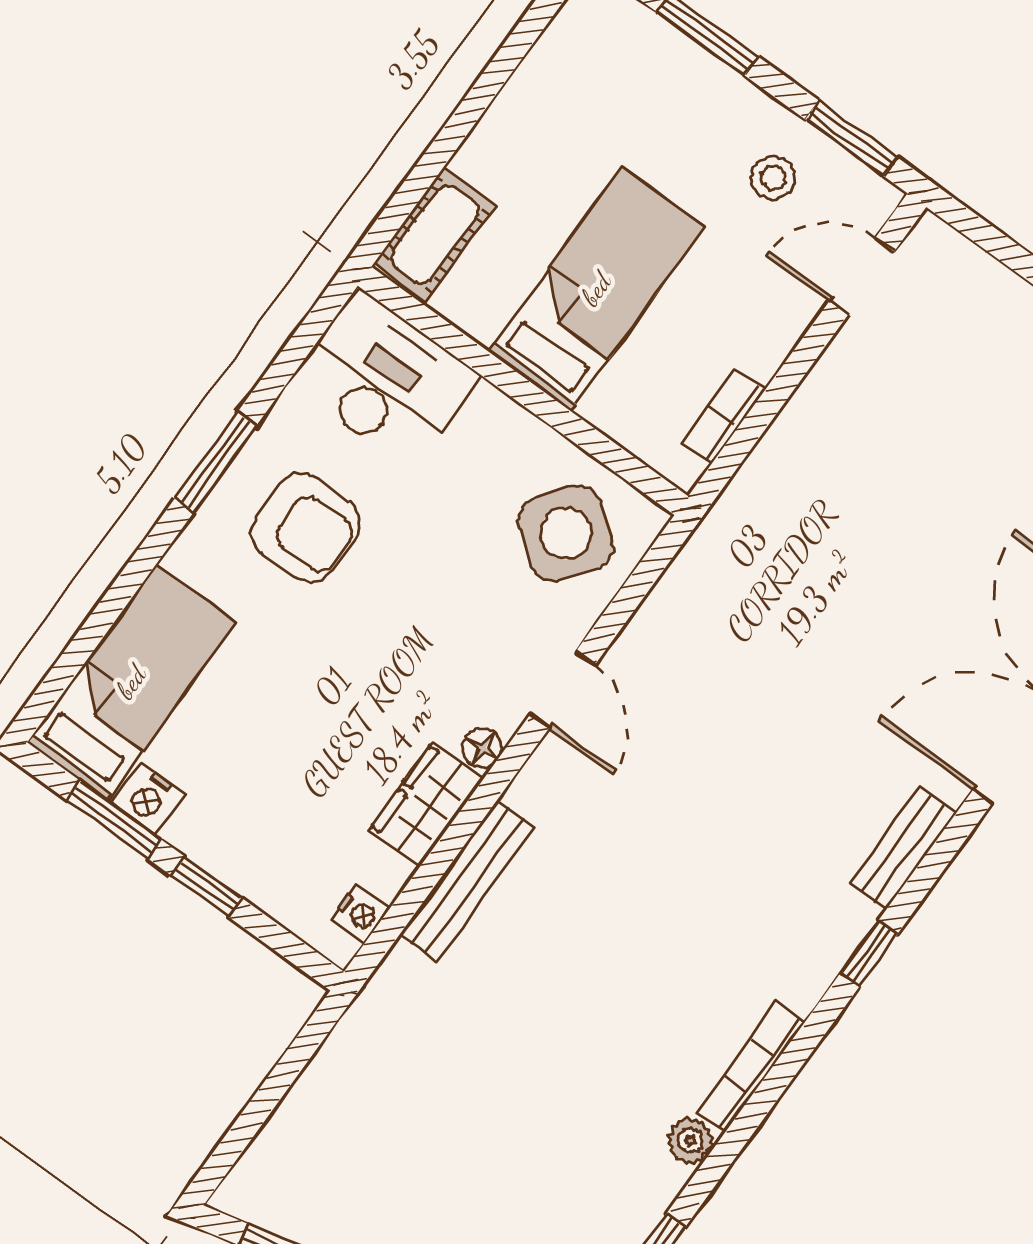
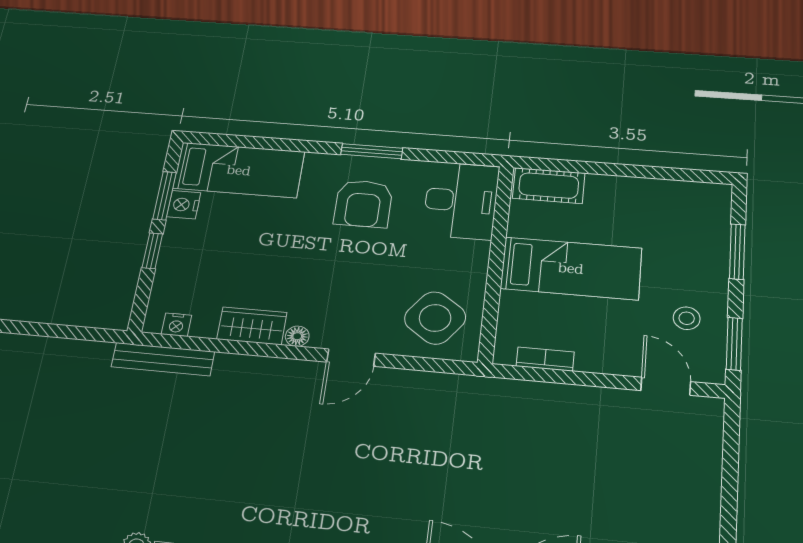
bench: (467, 881) -> (163, 359), moved

